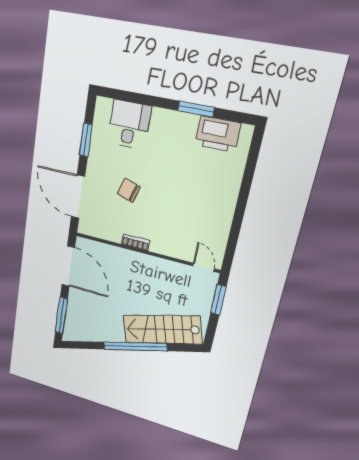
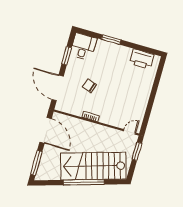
window: (196, 109) -> (111, 40), moved
desk: (129, 124) -> (83, 47), moved
door: (203, 267) -> (130, 132), hinge flipped
stairs: (162, 329) -> (93, 166), width x1.36, depth x1.51

